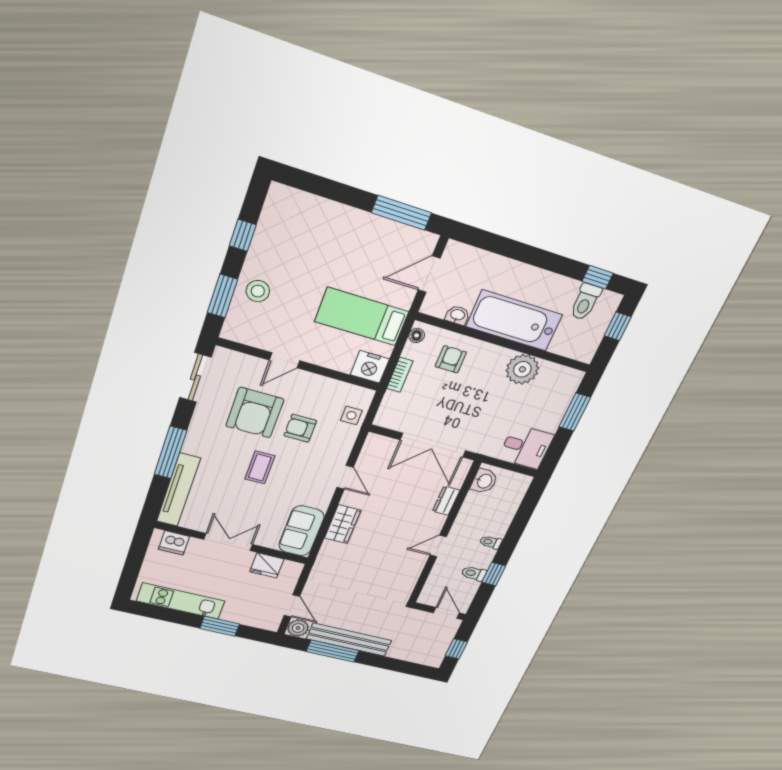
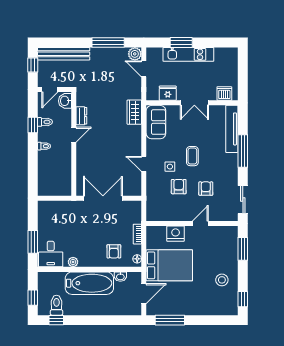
window: (243, 235) -> (243, 299), moved
stool: (258, 291) -> (222, 280), moved
bed: (362, 317) -> (169, 265), width x1.50
nightstand: (370, 367) -> (176, 234), moved
plant: (522, 369) -> (73, 262), width x0.53, depth x0.53
armchair: (255, 413) -> (206, 189), width x0.53, depth x0.53
side table: (351, 415) -> (170, 167), moved
armchair: (300, 428) -> (179, 187), turned -90
desk: (526, 447) -> (51, 254), moved, turned -90
washbasin: (484, 481) -> (65, 101), moved
dresser: (446, 501) -> (81, 116), moved
wardrobe: (343, 524) -> (134, 112), moved
kitchen unit: (181, 601) -> (188, 54), moved
door: (446, 613) -> (50, 90), hinge flipped
bench: (349, 640) -> (64, 54), moved

